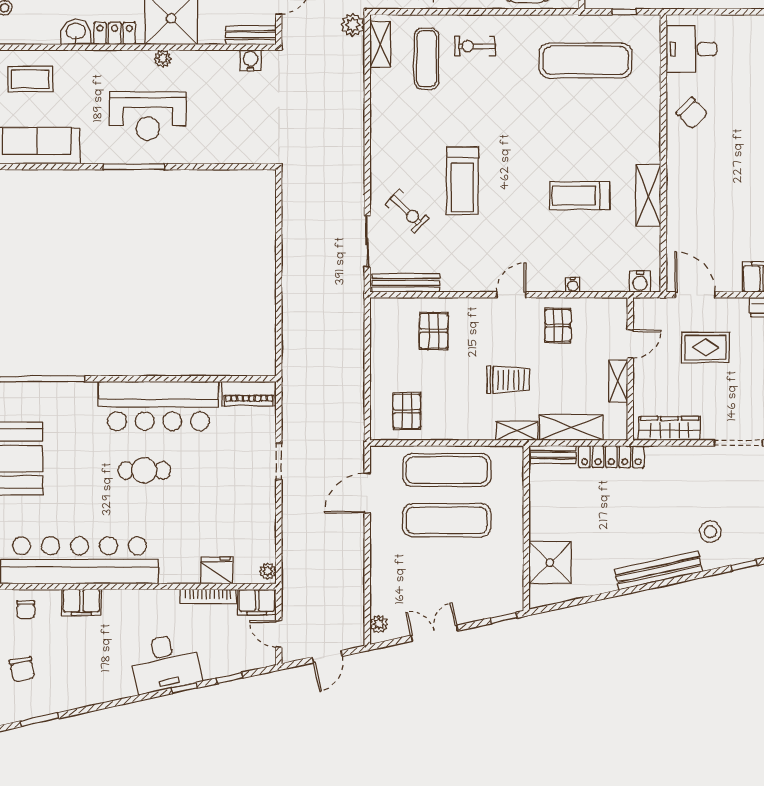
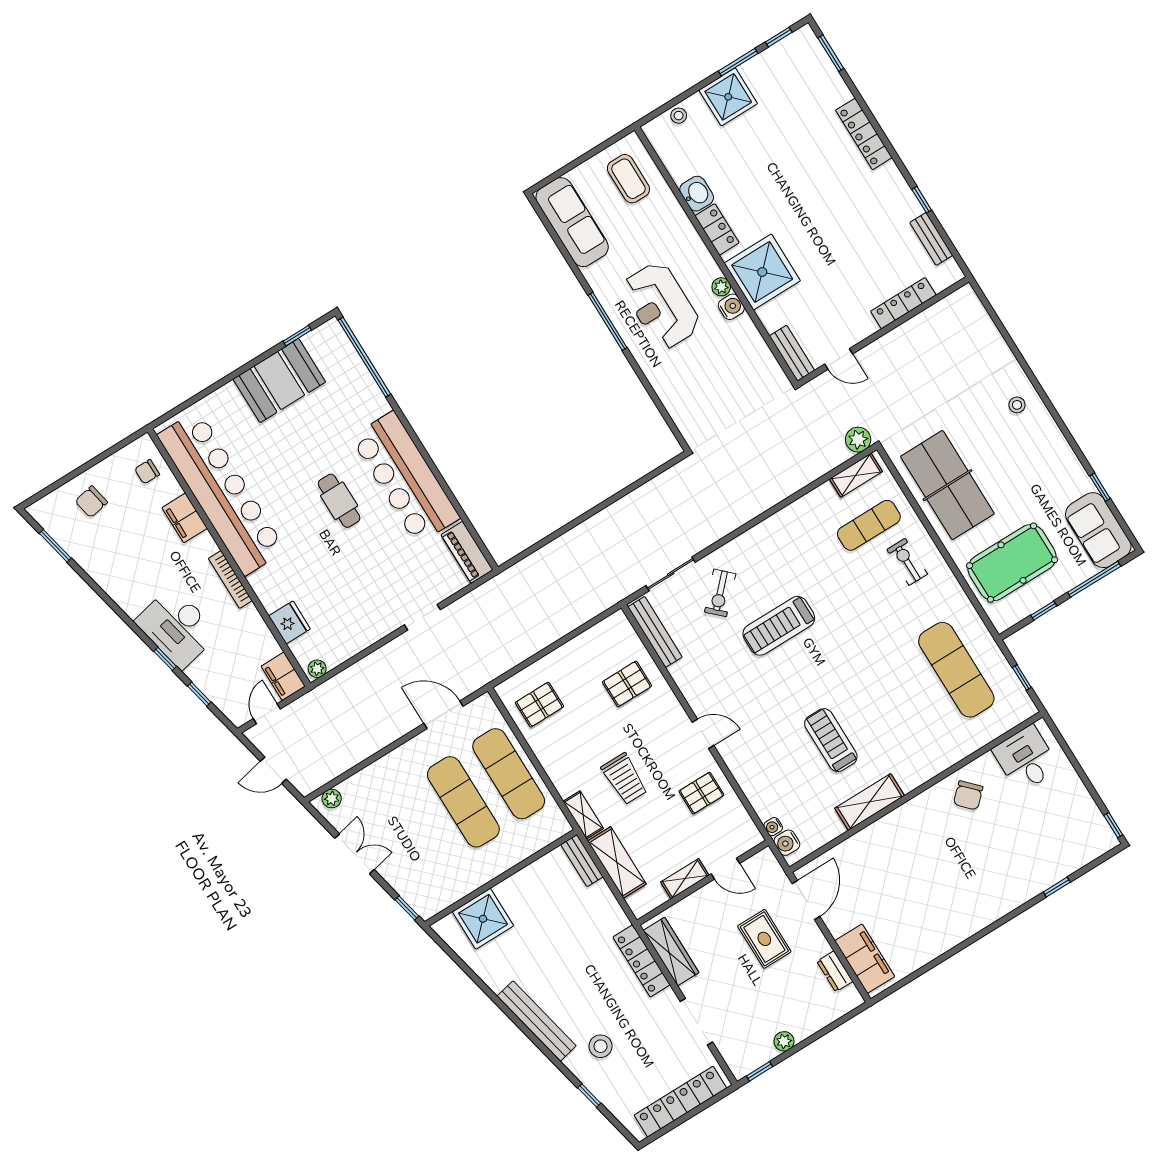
water cooler: (250, 60) -> (731, 307), moved
water cooler: (573, 285) -> (773, 827), moved
locker: (611, 457) -> (642, 961), moved
bookcase: (208, 596) -> (230, 580), moved

